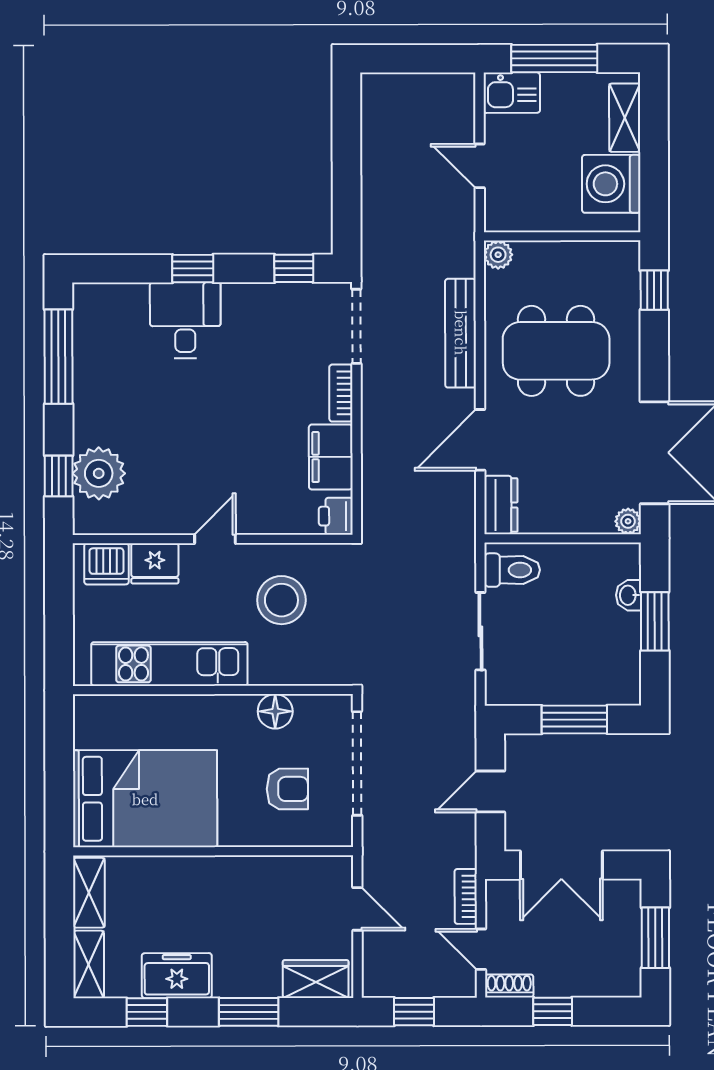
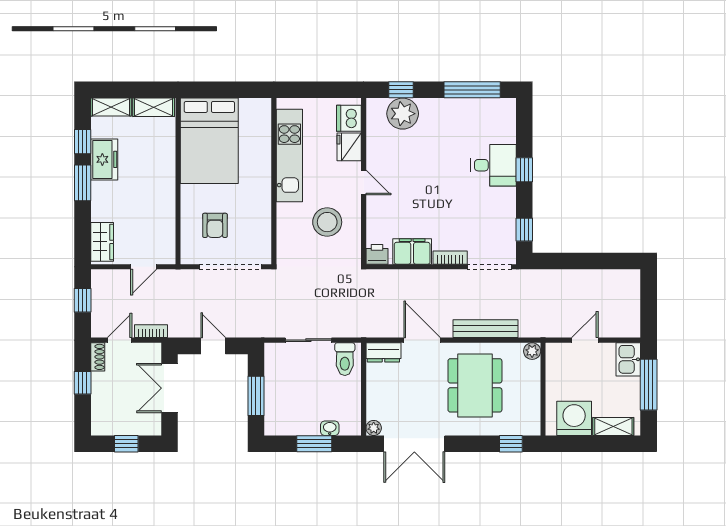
floor lamp: (275, 711) -> (261, 218), removed
window: (655, 938) -> (126, 444), width x0.67
window: (249, 1012) -> (83, 183), moved

